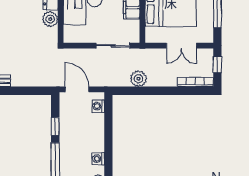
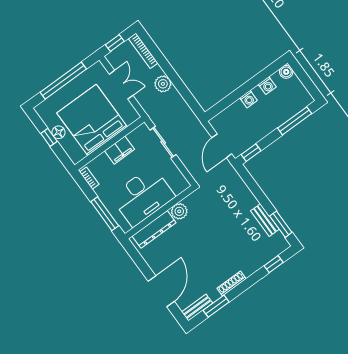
plant: (139, 79) -> (163, 84), moved
washing machine: (98, 106) -> (248, 99), moved
window: (55, 126) -> (251, 153), moved

